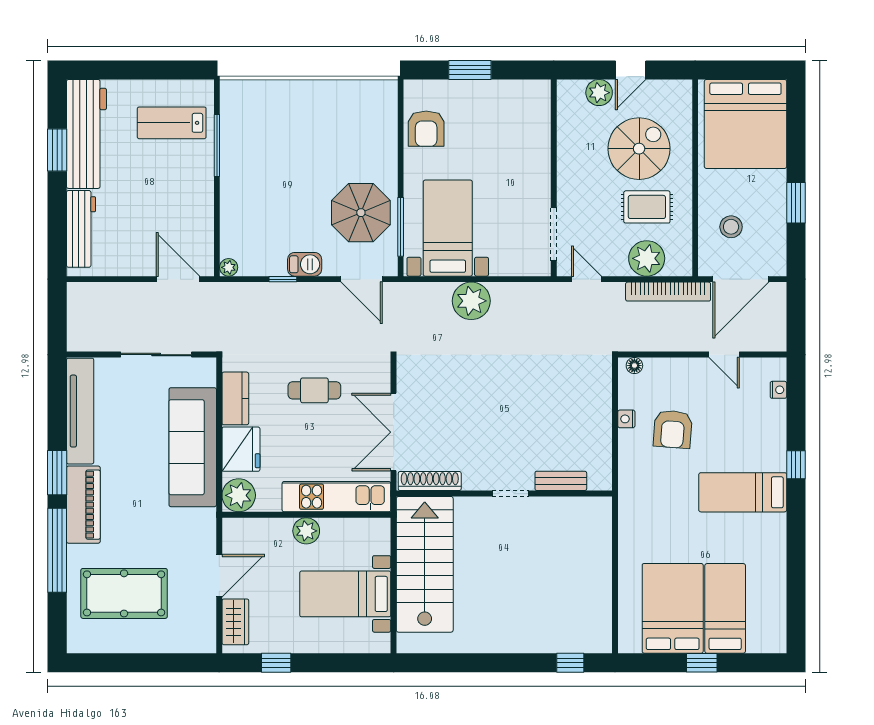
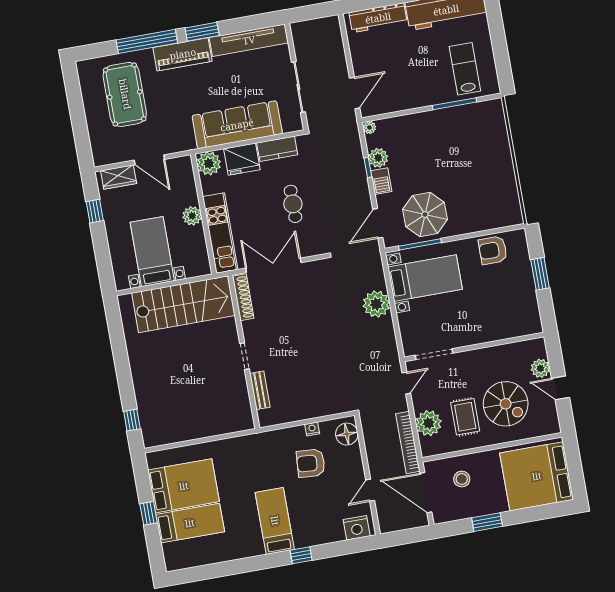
plant: (272, 263) -> (378, 158), added
floor lamp: (634, 366) -> (347, 434), width x1.89, depth x1.89
nightstand: (778, 390) -> (357, 528), width x1.89, depth x1.79

